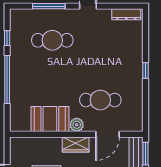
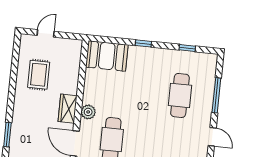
window: (7, 80) -> (143, 43), width x0.32
booth: (50, 119) -> (107, 56), moved, turned 90

